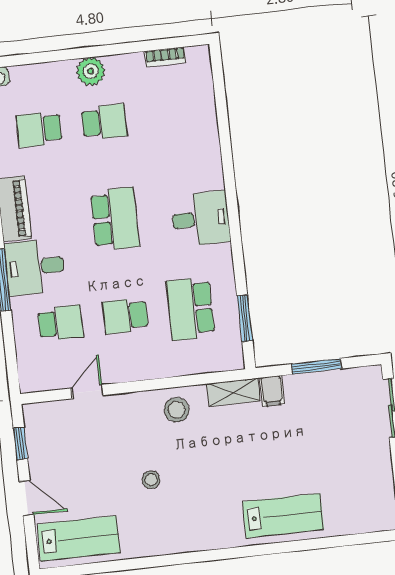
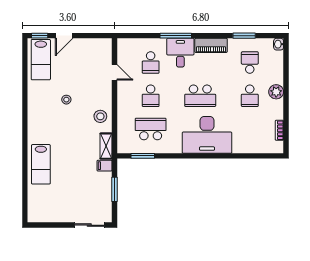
desk: (201, 219) -> (207, 135), width x1.87, depth x1.30
school desk: (125, 316) -> (151, 96), turned 180
window: (20, 443) -> (40, 36), moved

